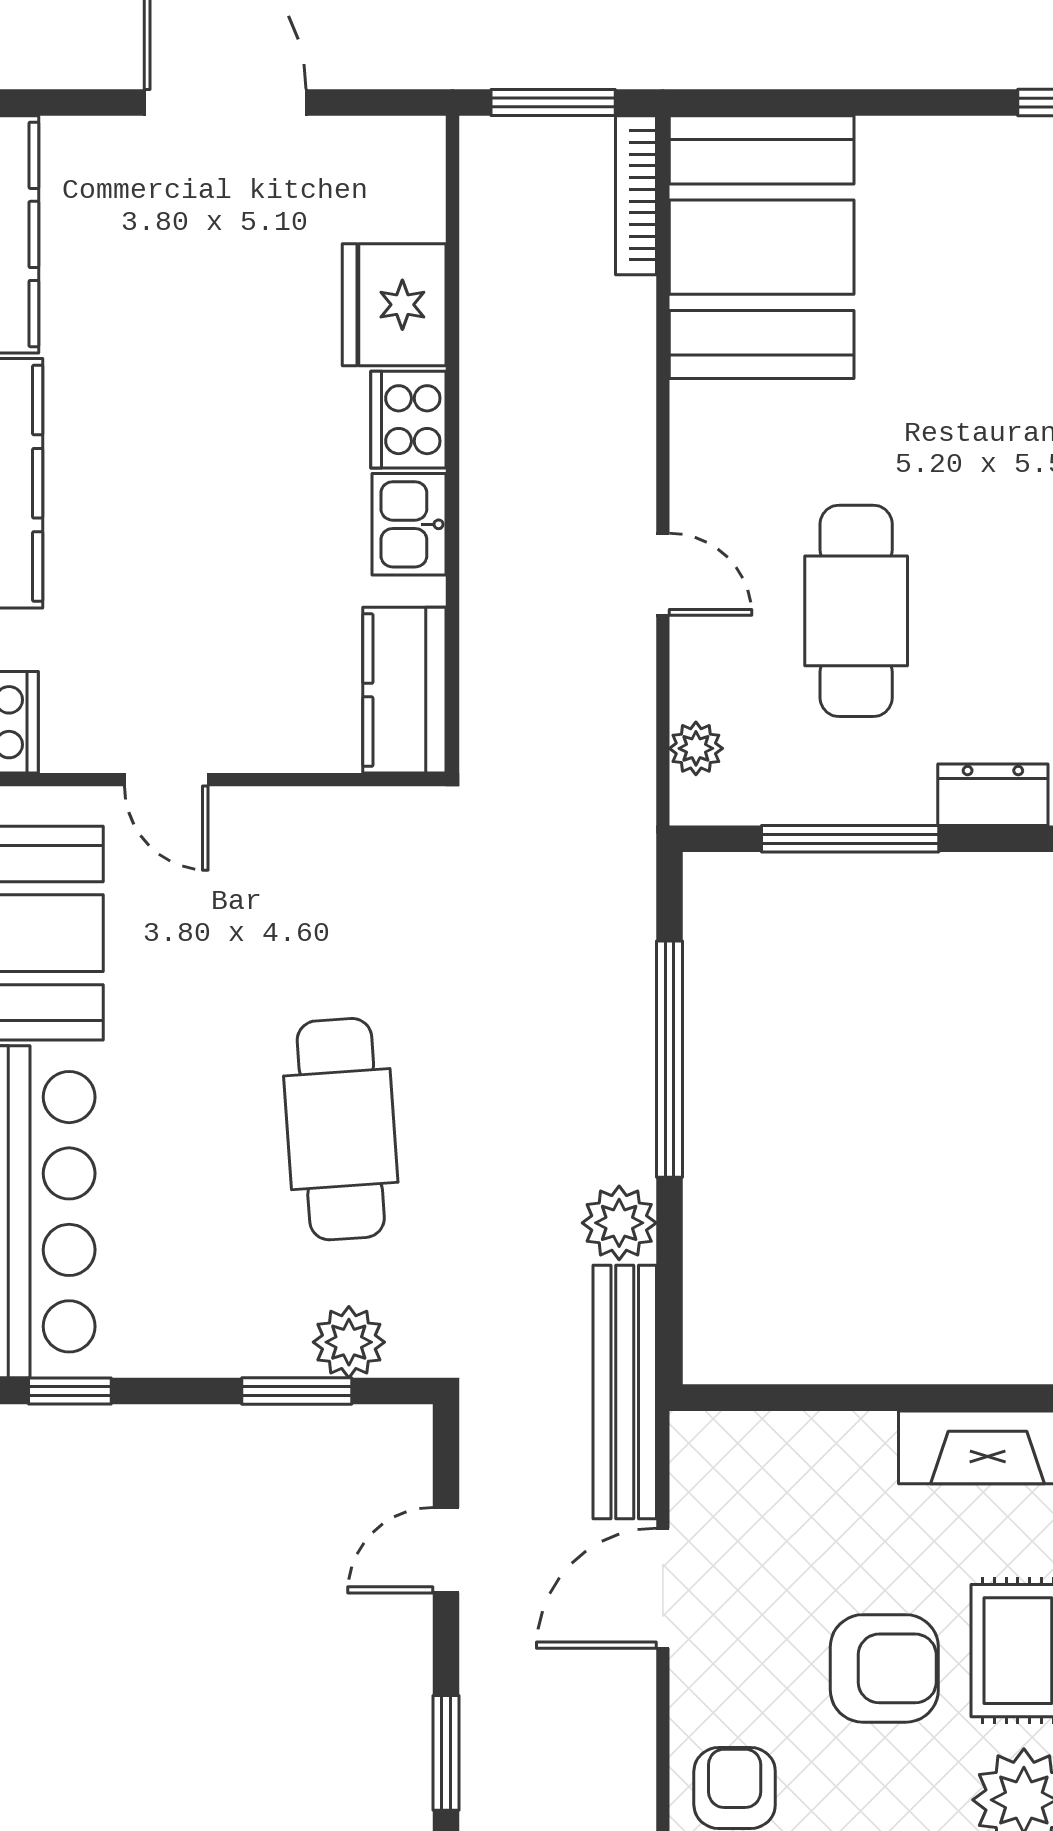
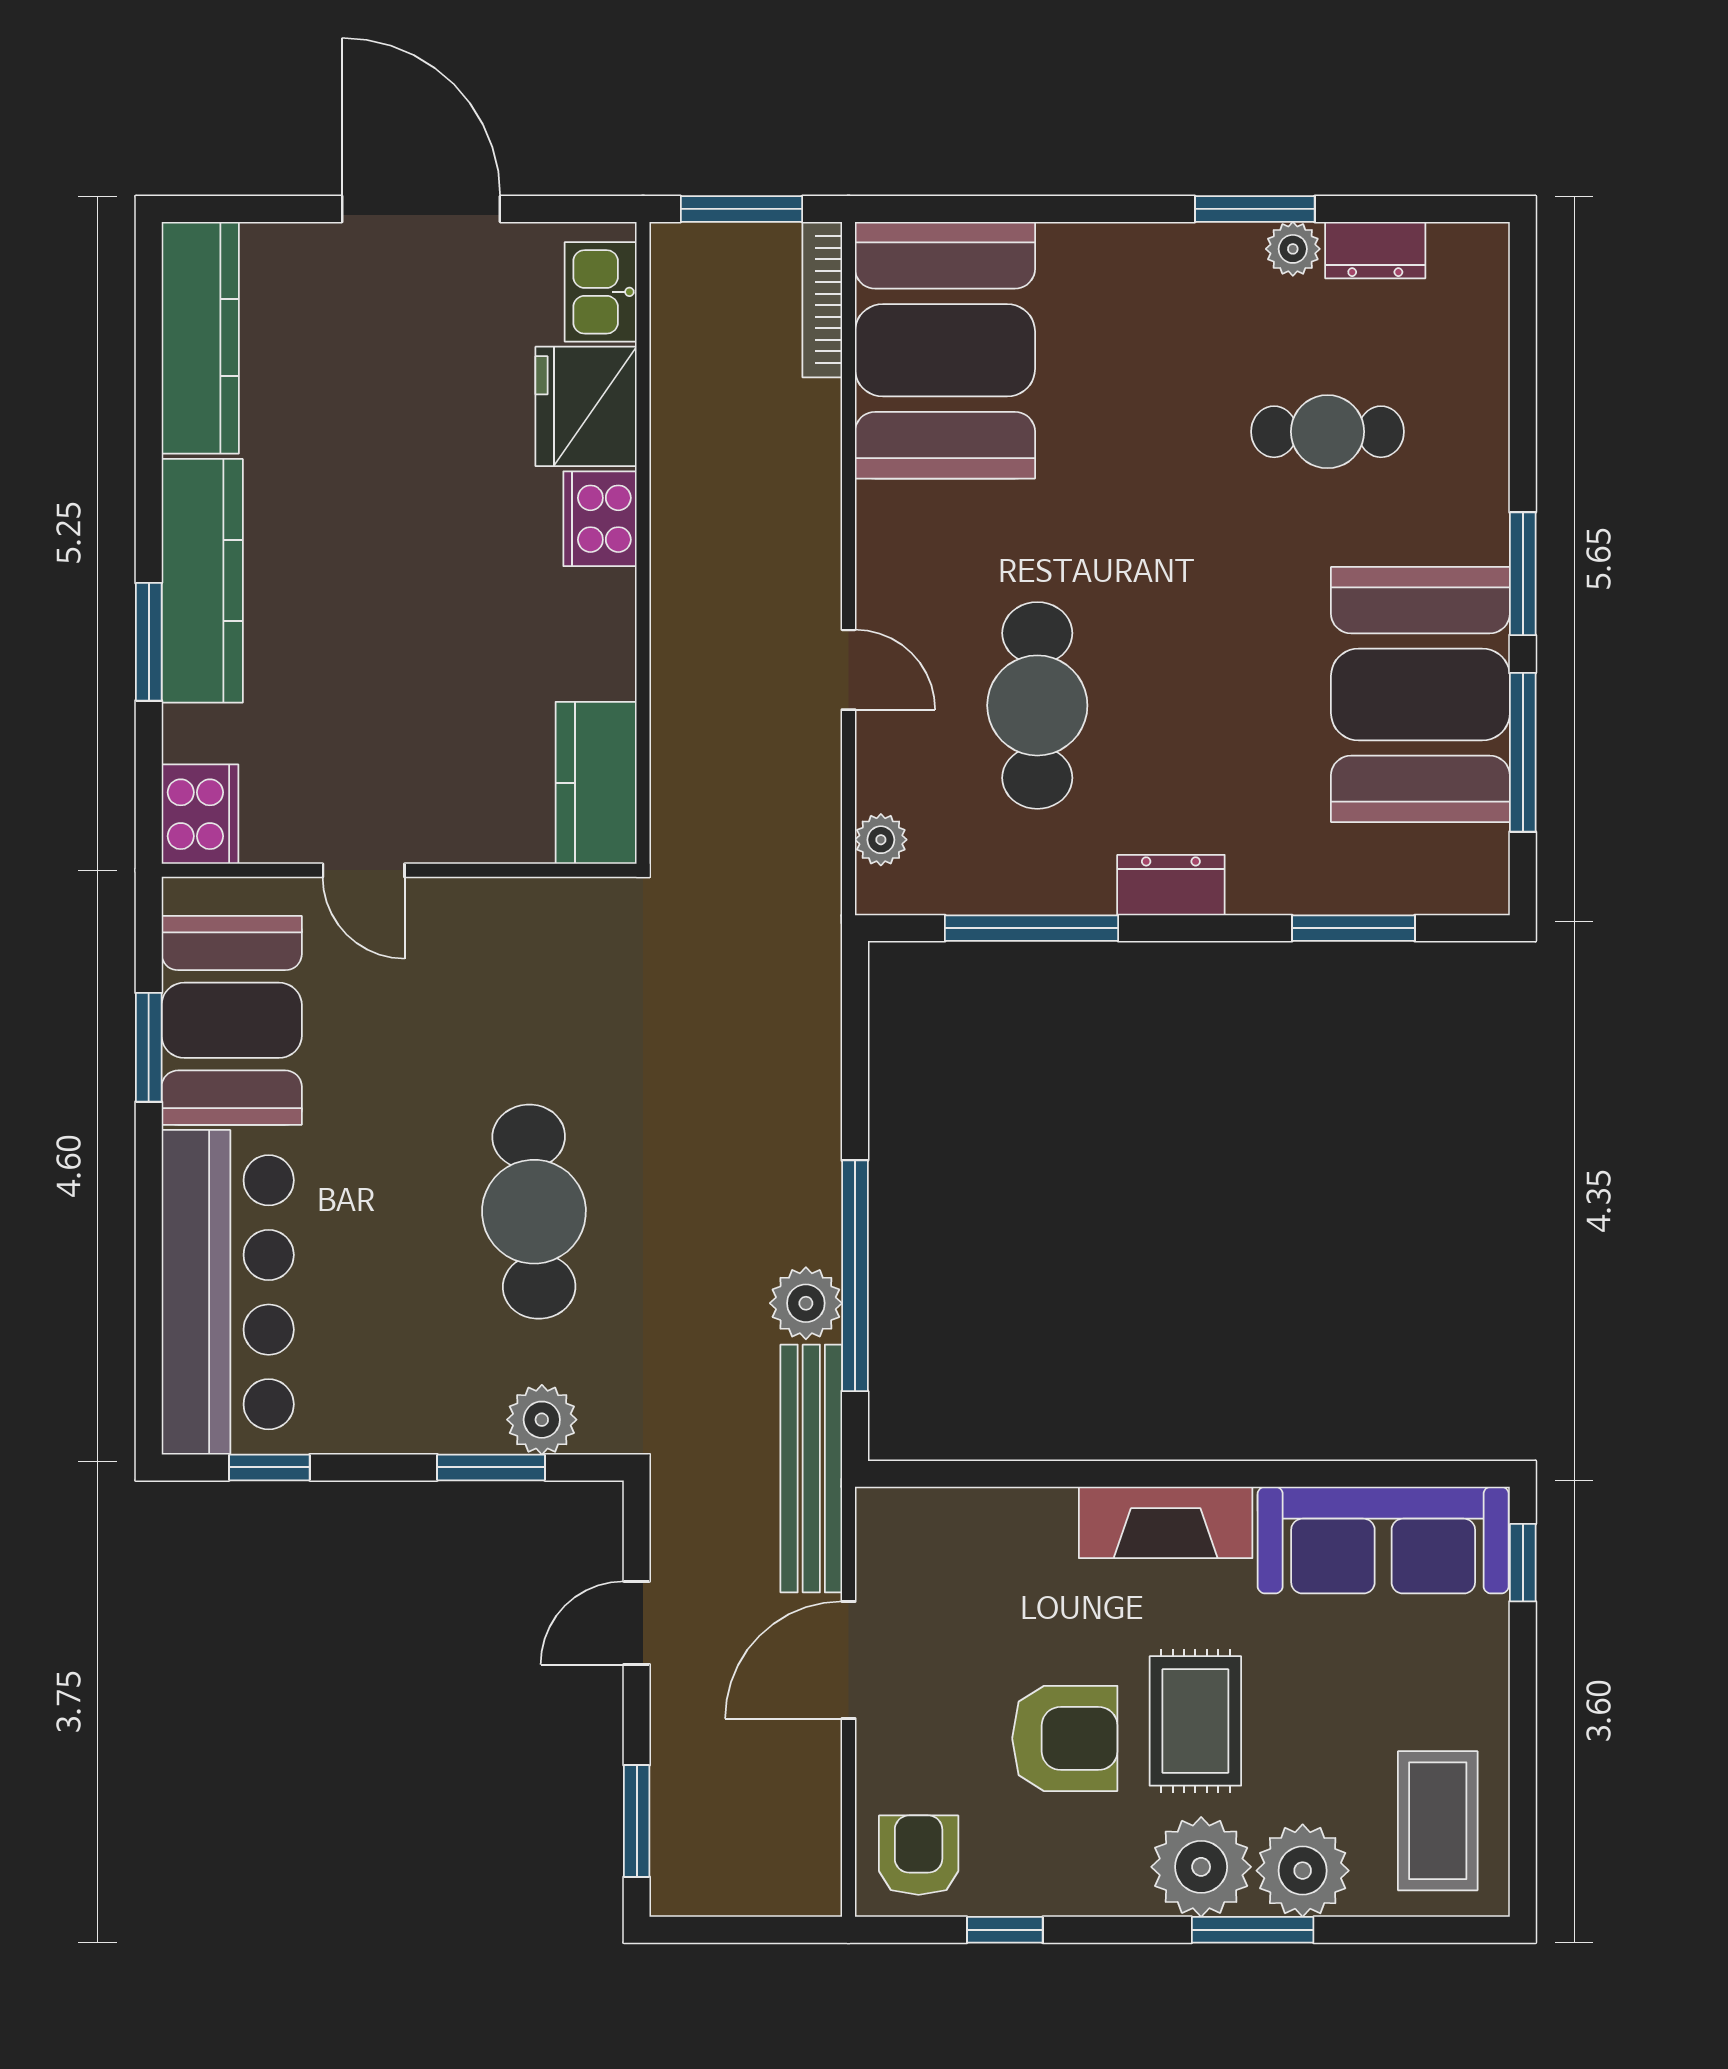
kitchen sink: (409, 524) -> (601, 292), moved
window: (669, 1059) -> (855, 1276), moved

